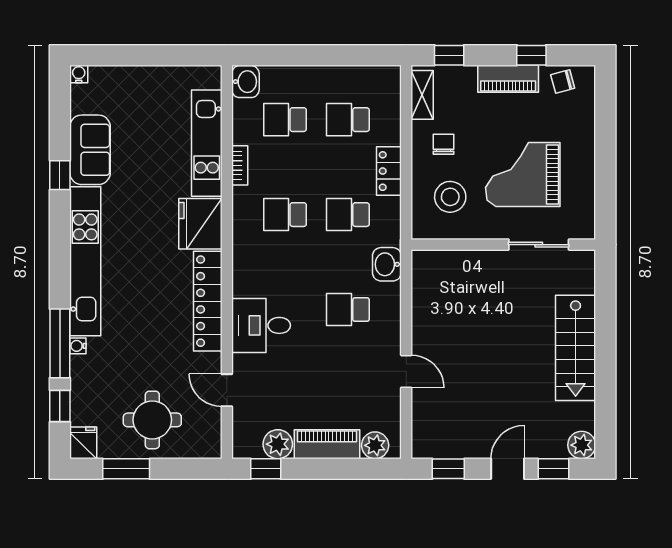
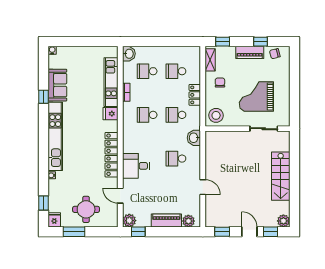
stool: (450, 197) -> (216, 115), moved
fridge: (200, 224) -> (111, 114), width x0.53, depth x0.75
window: (60, 343) -> (44, 174), removed
plant: (278, 444) -> (129, 221), moved
door: (508, 469) -> (249, 232), hinge flipped

